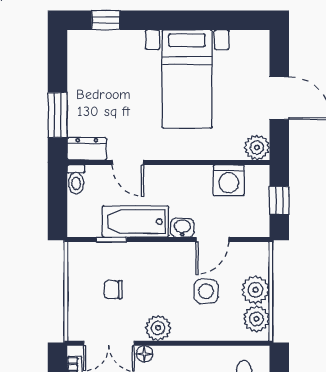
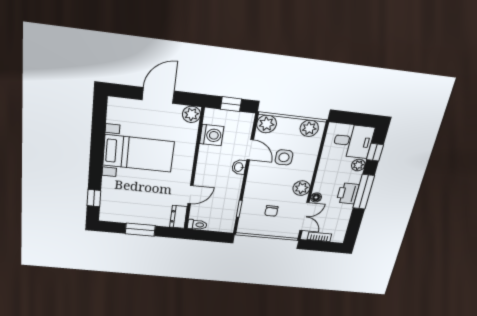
window: (58, 115) -> (140, 230), moved
bathtub: (136, 222) -> (230, 194), removed
plant: (256, 290) -> (267, 124), moved

